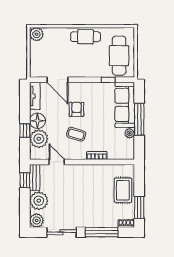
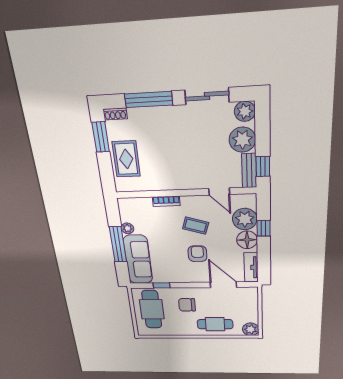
cafe table: (85, 37) -> (215, 324), moved
chair: (89, 60) -> (187, 305), added
armchair: (76, 109) -> (197, 254), turned 180

